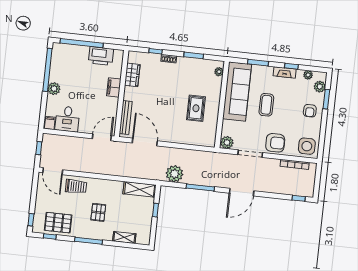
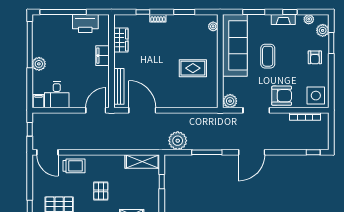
rug: (196, 108) -> (193, 68), turned 90

